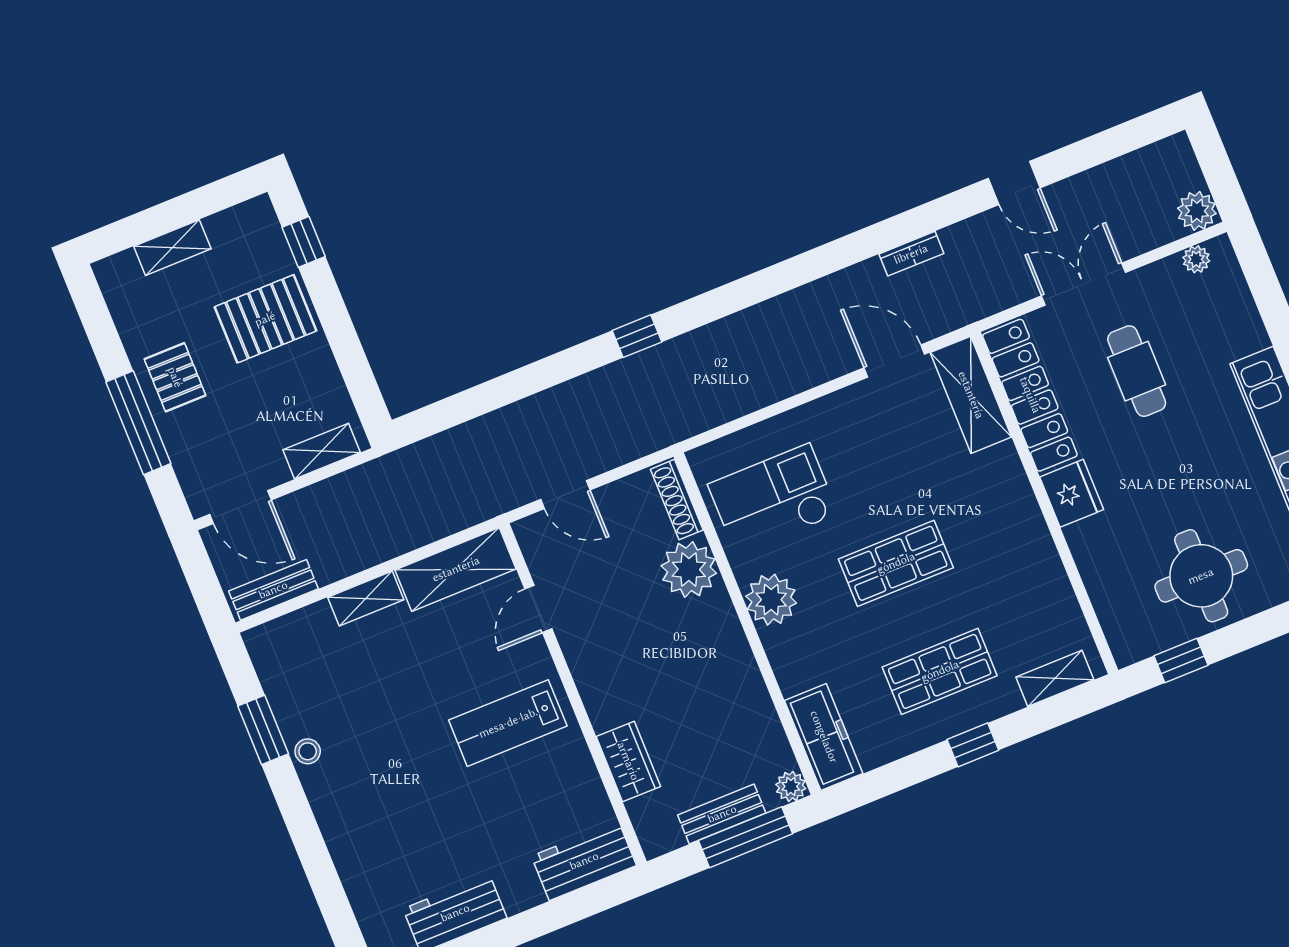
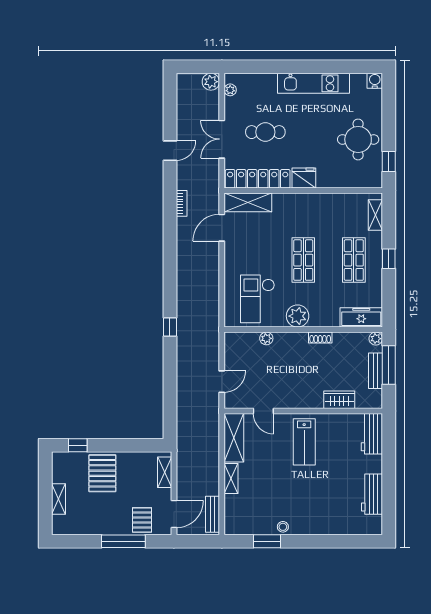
pallet: (175, 377) -> (142, 520), moved, turned 90
shoe rack: (677, 500) -> (320, 338), moved, width x0.70
plant: (689, 569) -> (266, 338), width x0.53, depth x0.53

